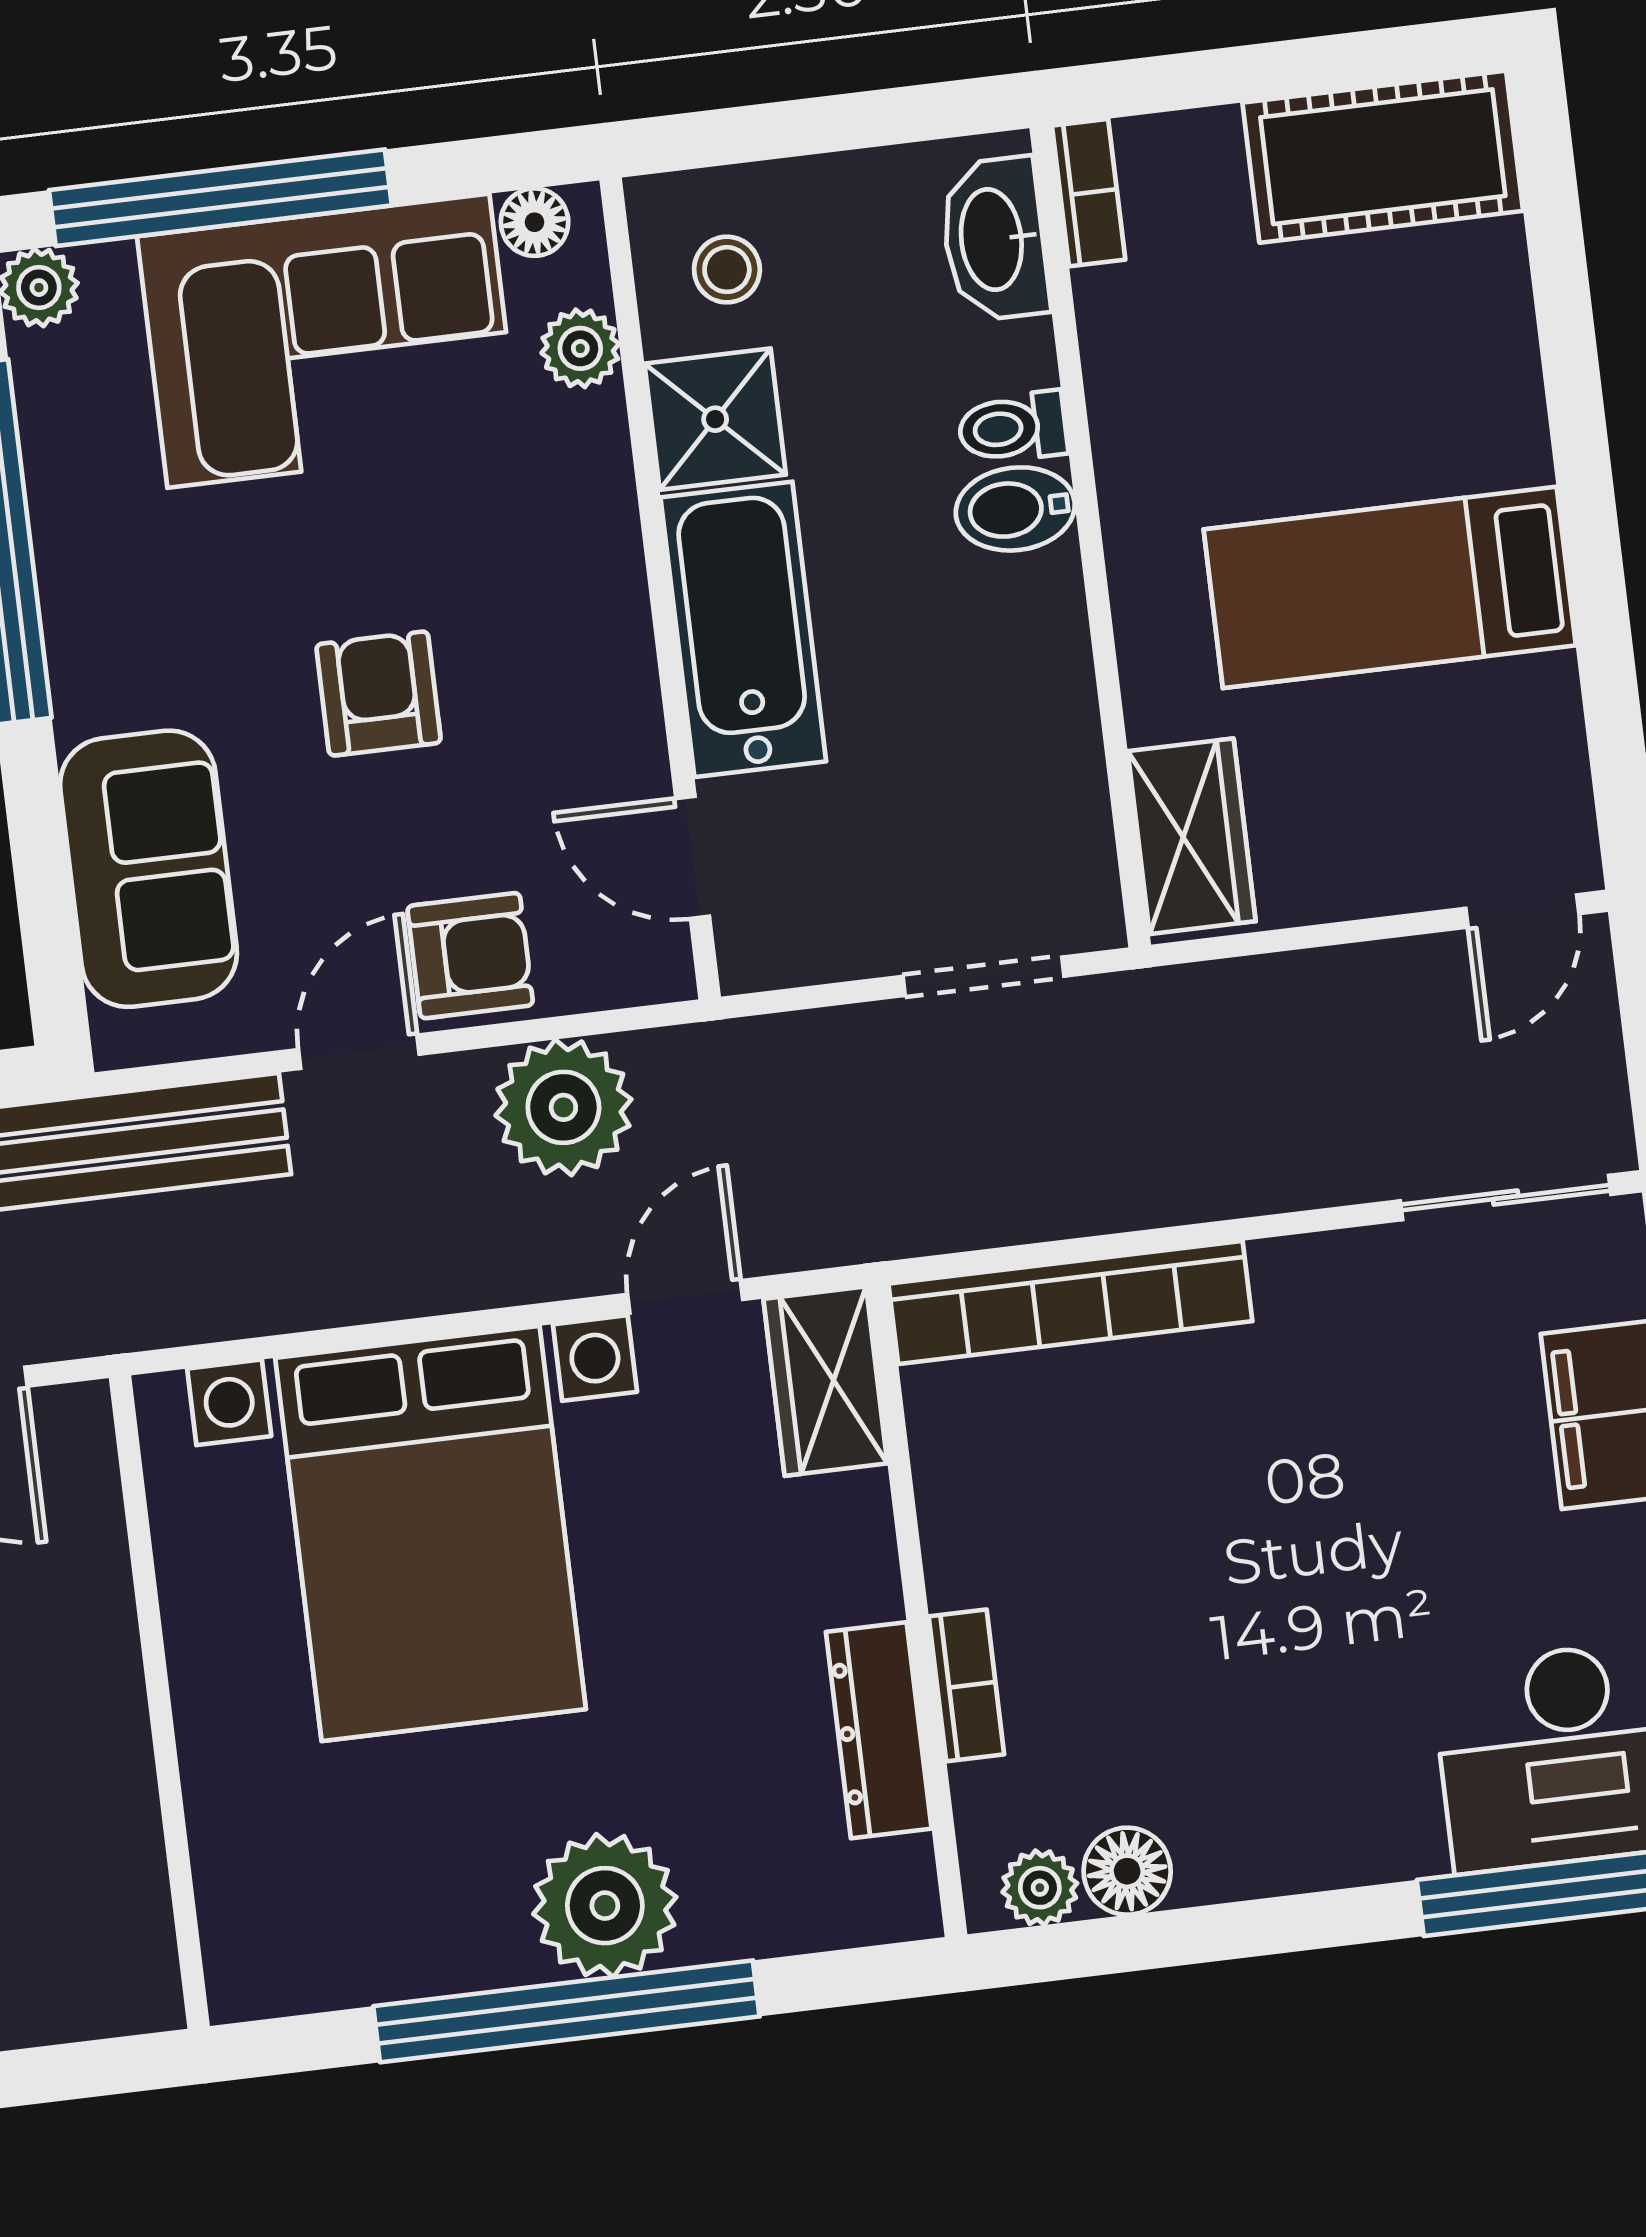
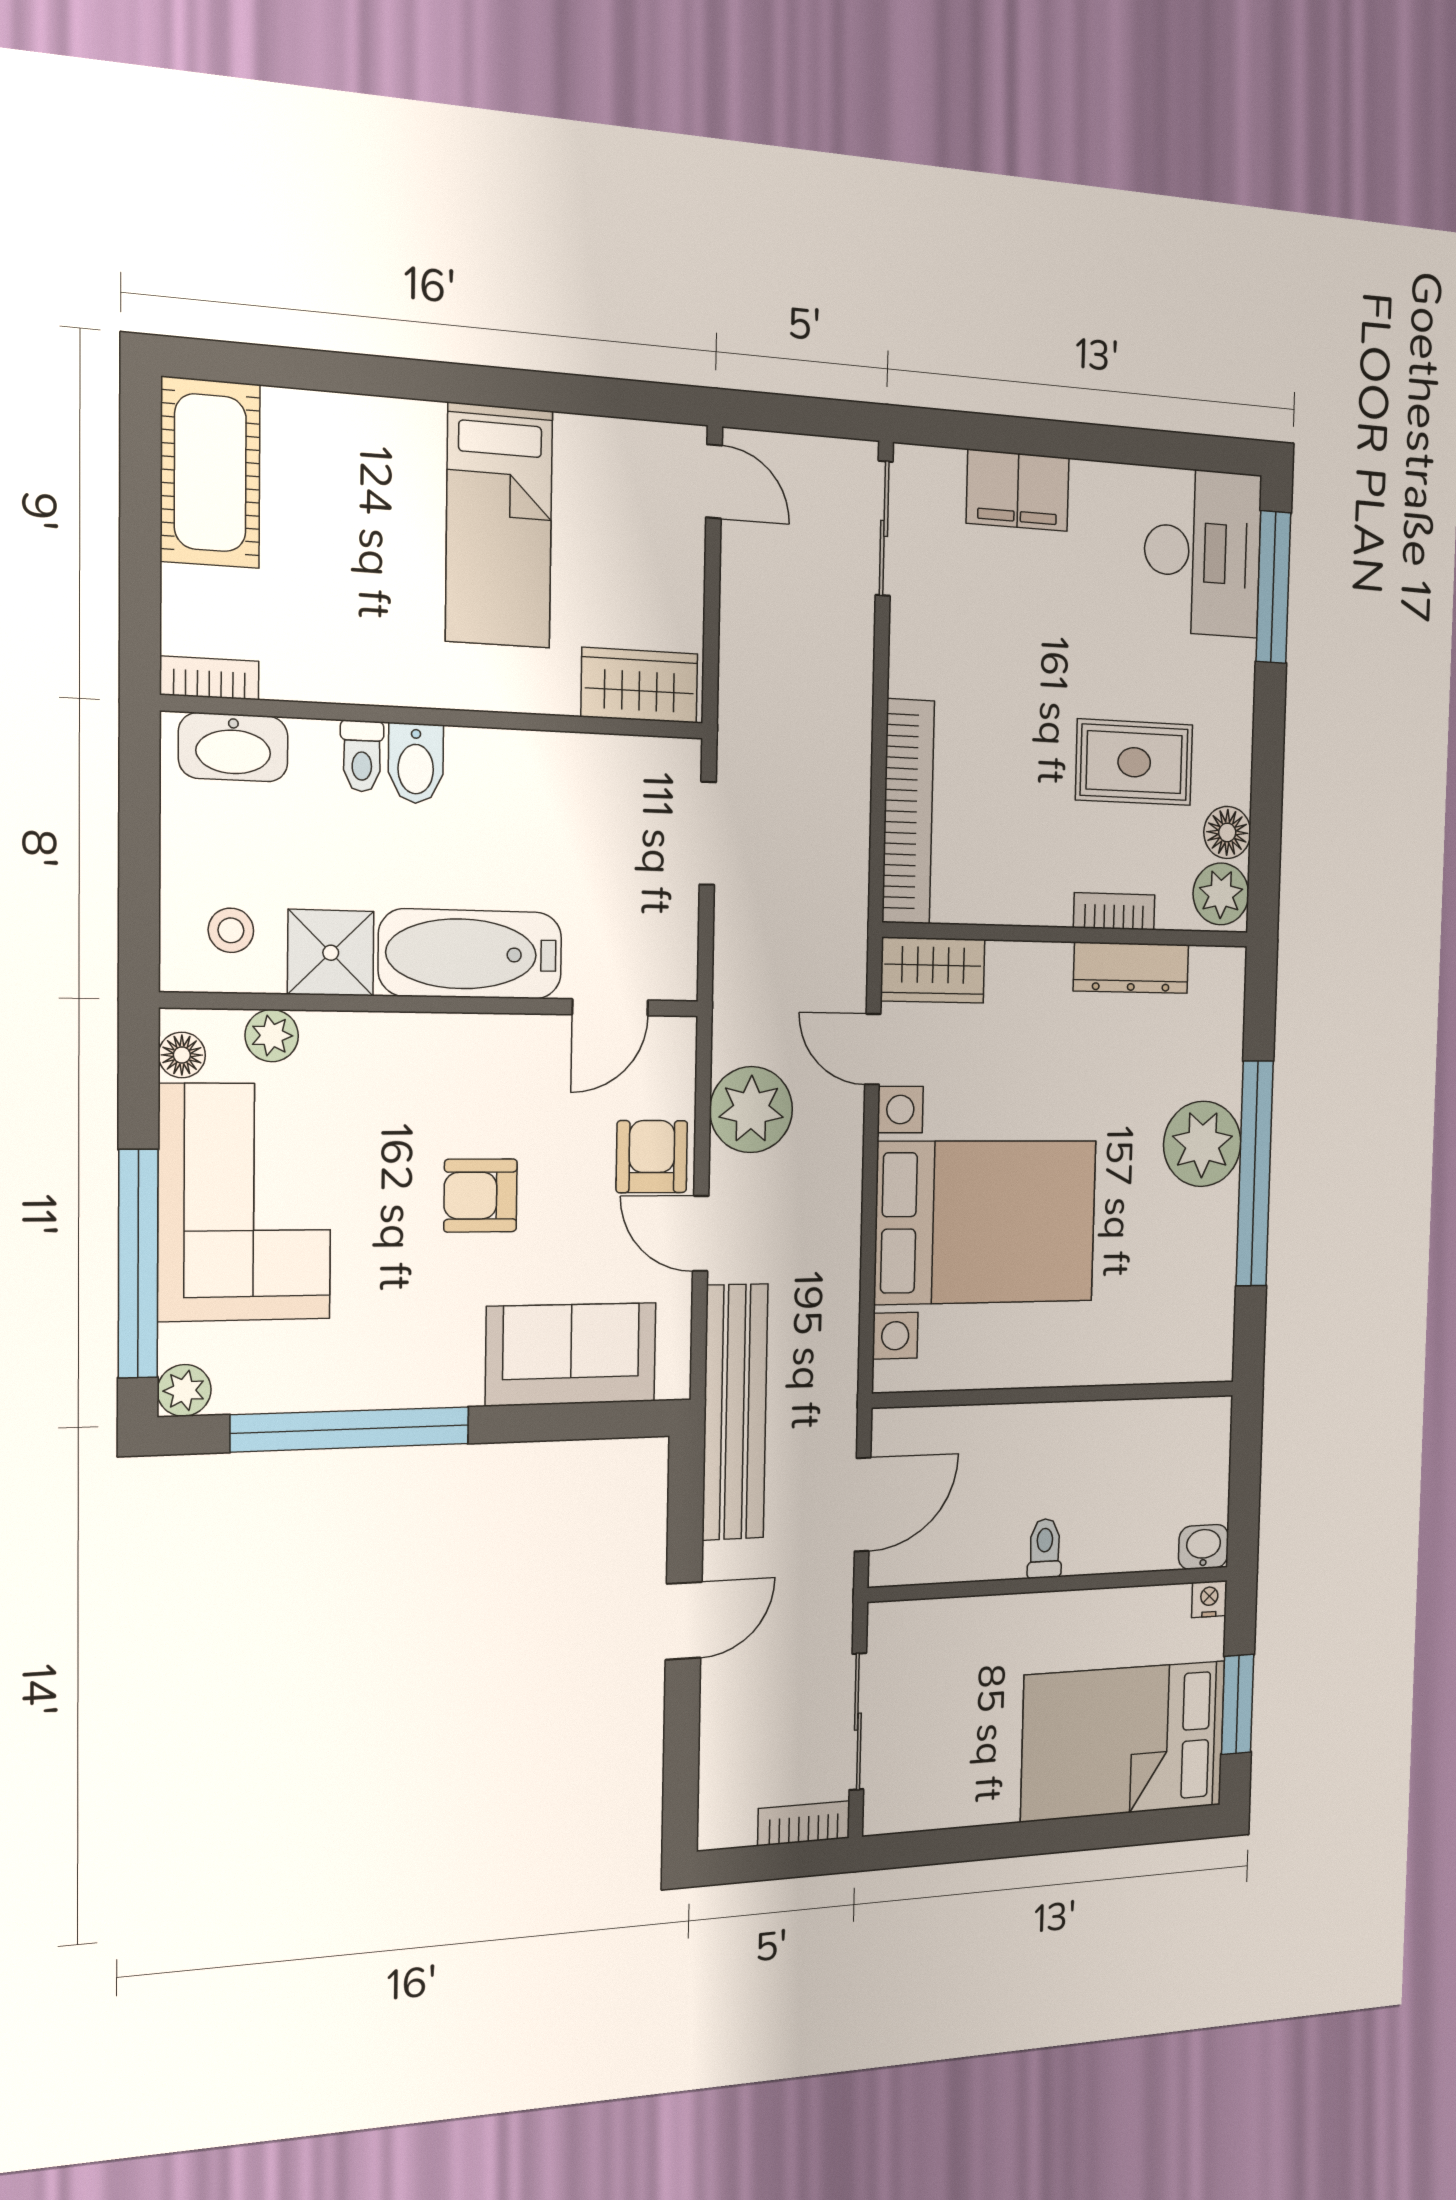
rug: (1214, 1684) -> (1134, 762), added
plant: (1040, 1888) -> (1221, 894), width x1.38, depth x1.38

